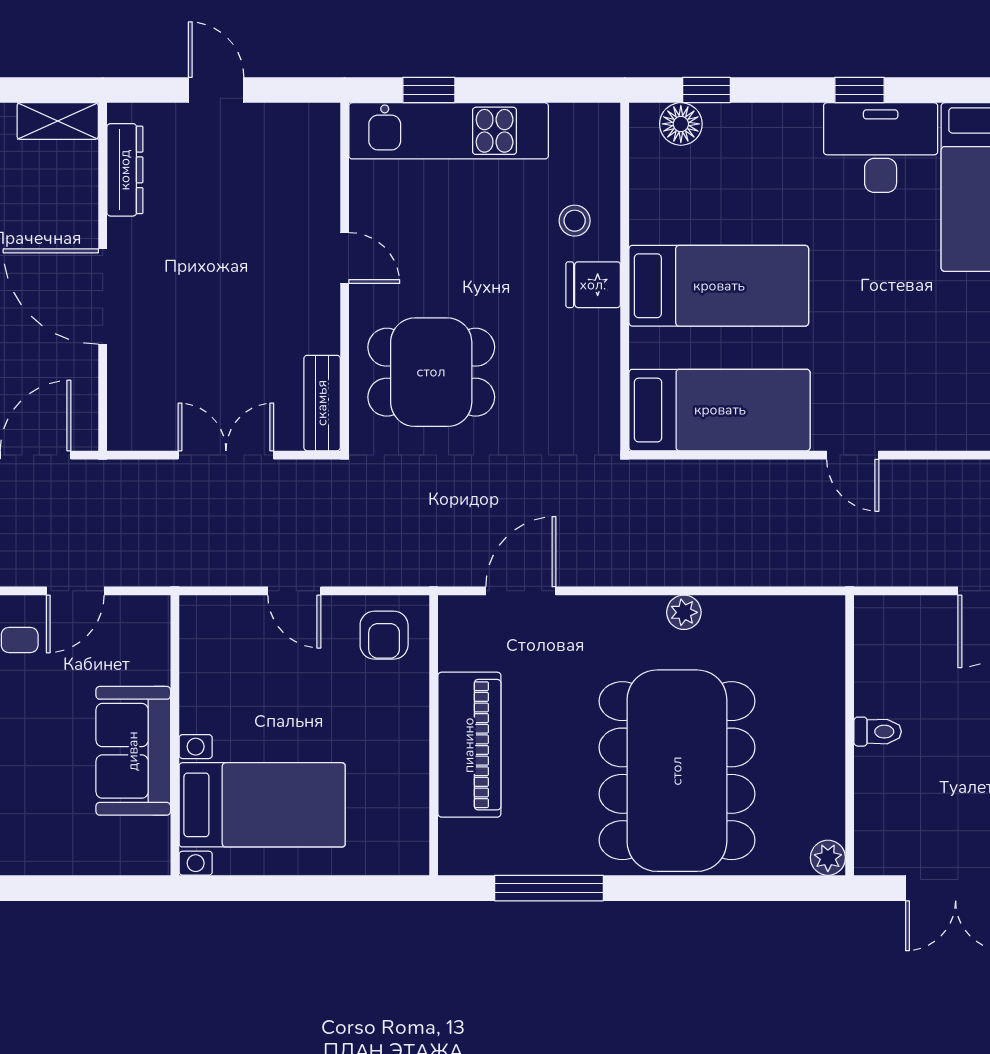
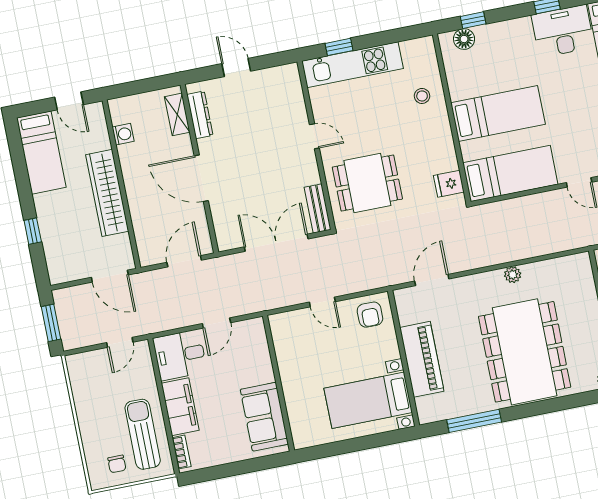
shelving: (58, 121) -> (177, 114), moved, turned 90
fridge: (593, 285) -> (449, 184), moved
double door: (226, 455) -> (276, 243), width x1.37
sofa: (133, 751) -> (264, 417), moved
bed with nightstands: (262, 805) -> (368, 400), moved, turned 180

